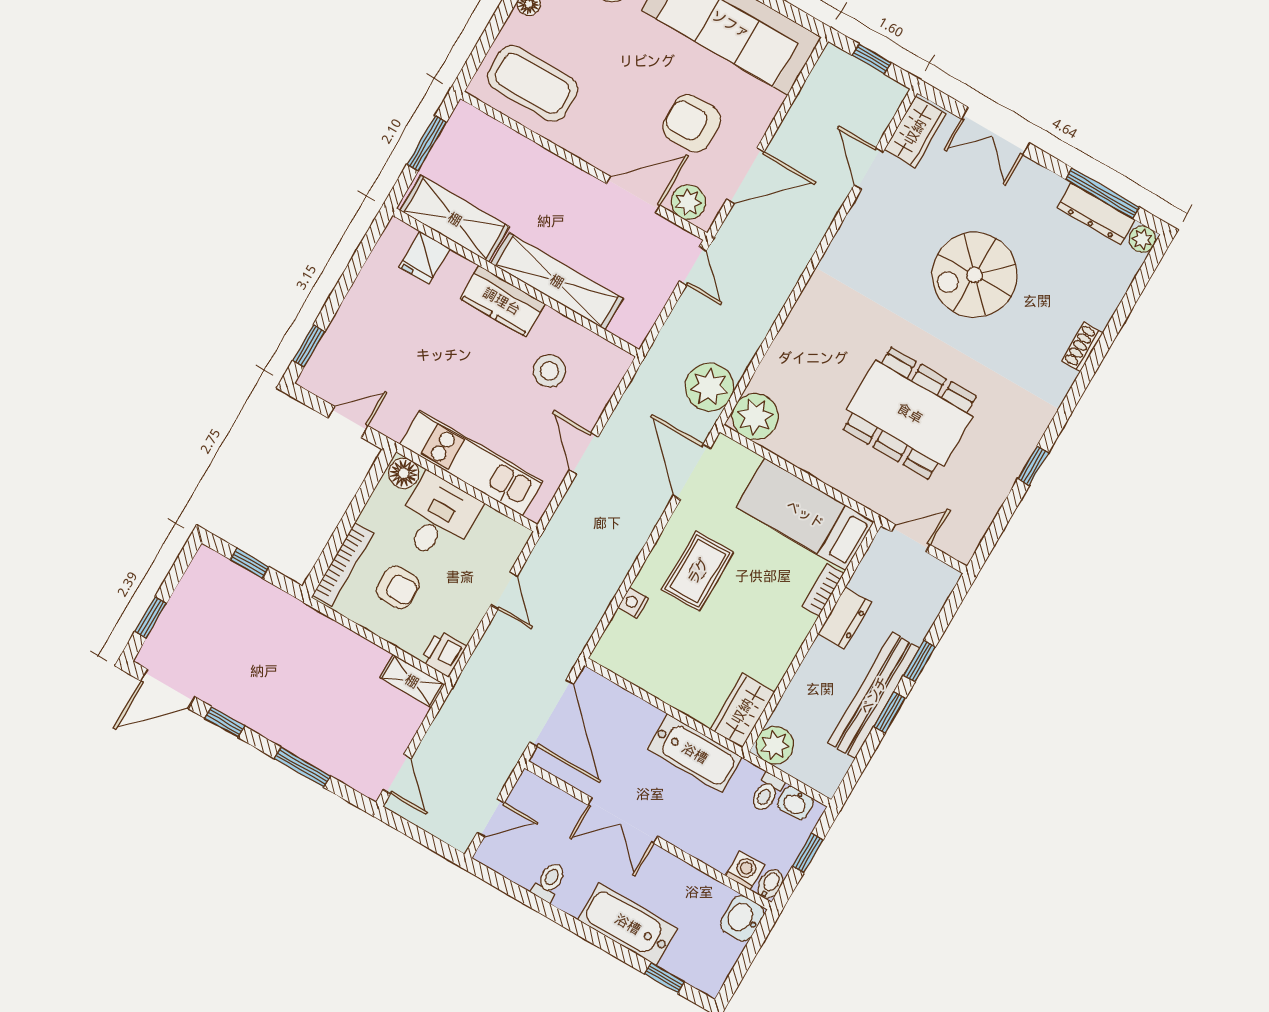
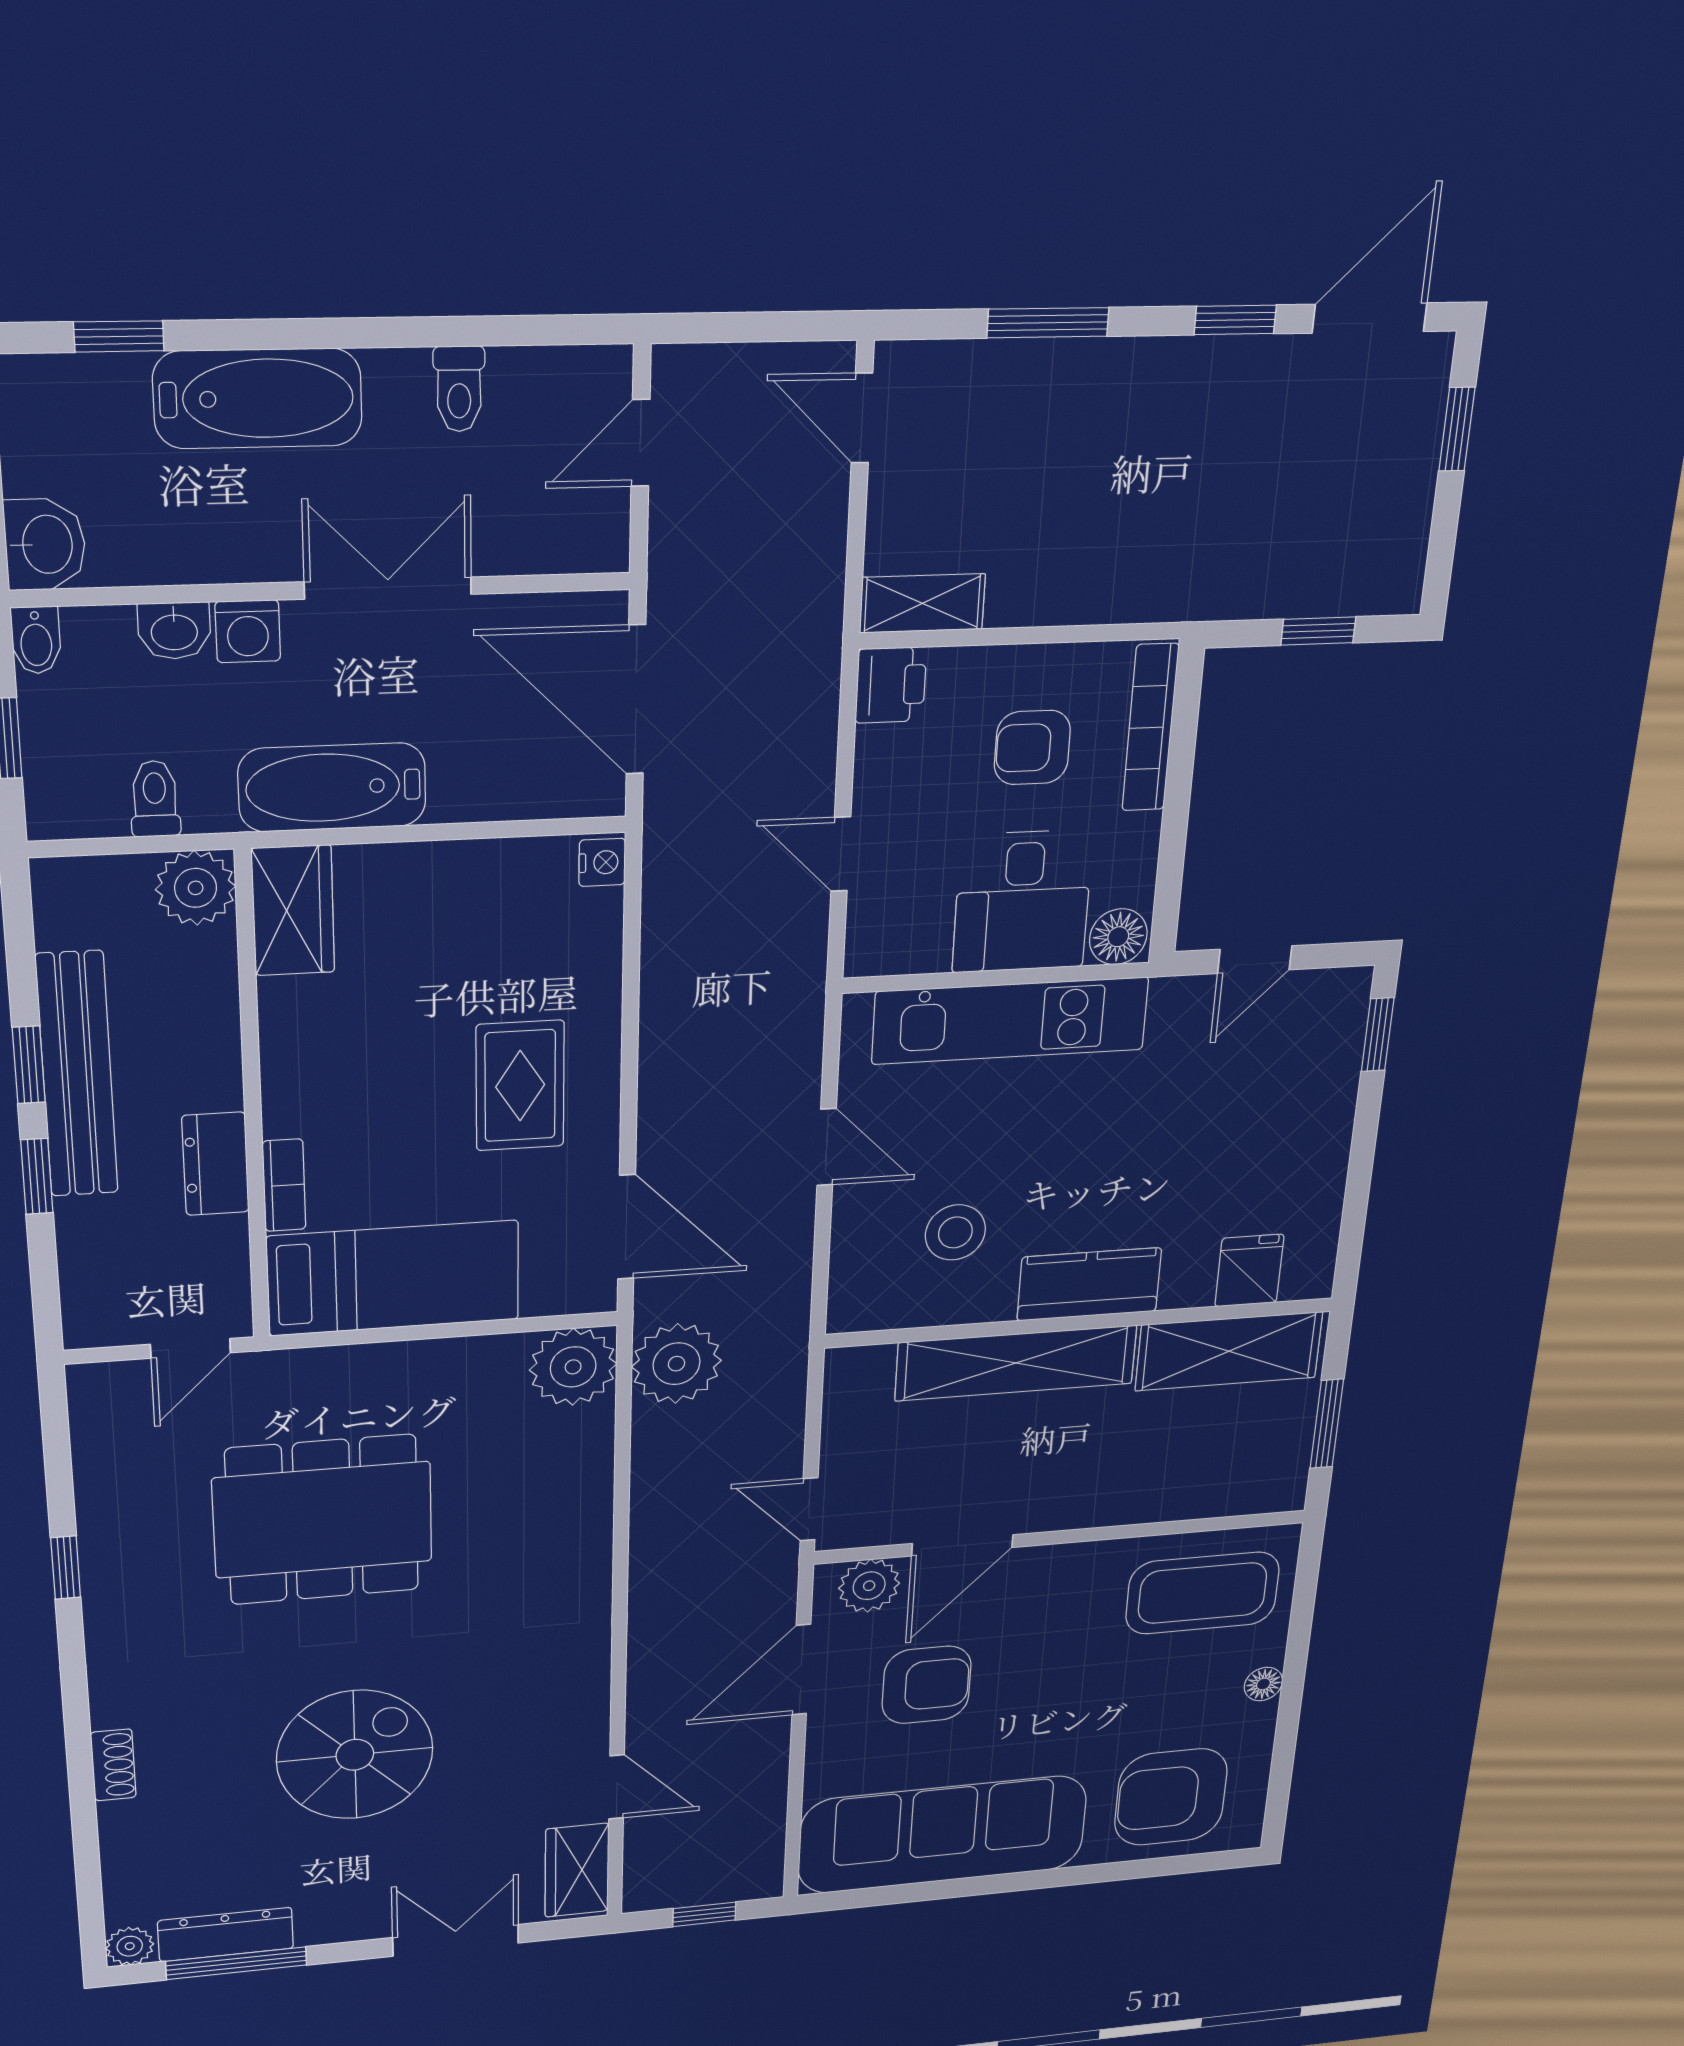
nightstand: (633, 603) -> (602, 862), moved
washbasin: (795, 803) -> (174, 631), moved, turned 180
washing machine: (745, 871) -> (248, 631), moved

